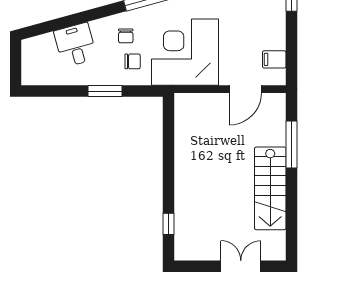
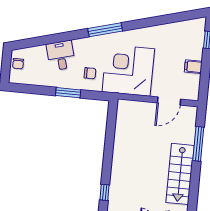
chair: (126, 36) -> (18, 64), moved
desk: (75, 45) -> (61, 56), moved
filing cabinet: (274, 59) -> (193, 67), moved

